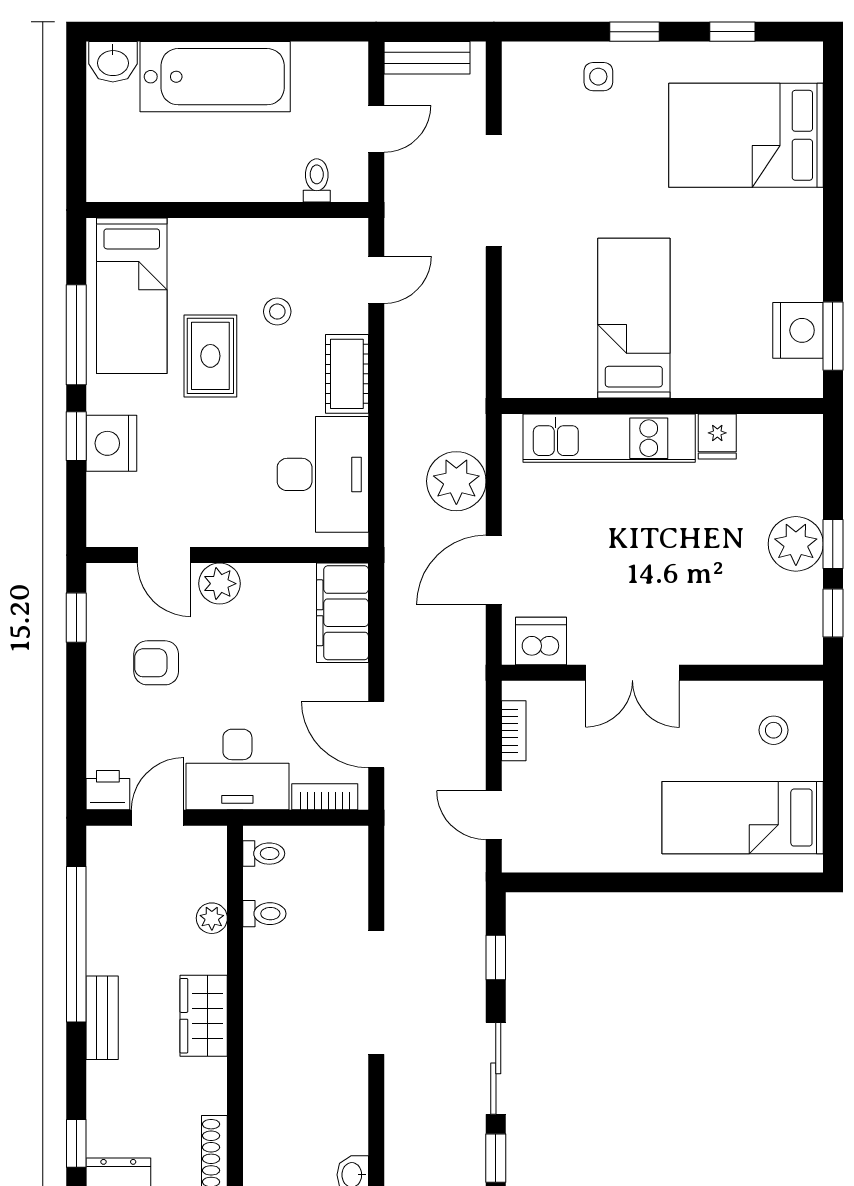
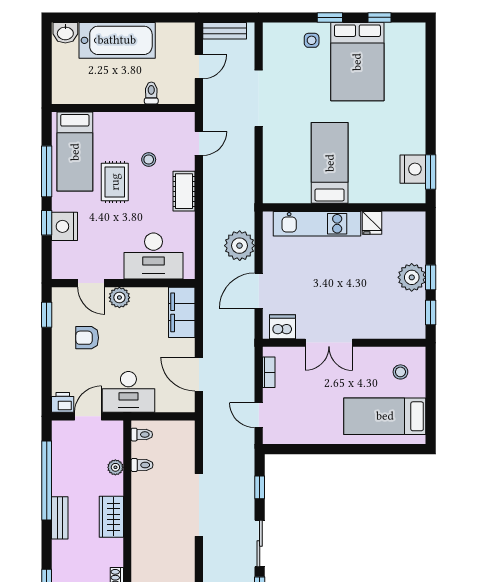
bed: (746, 135) -> (357, 62), moved, turned -90
toilet: (317, 180) -> (151, 93), moved
desk: (323, 474) -> (153, 256), moved, turned 90
bookcase: (325, 797) -> (173, 406), removed

